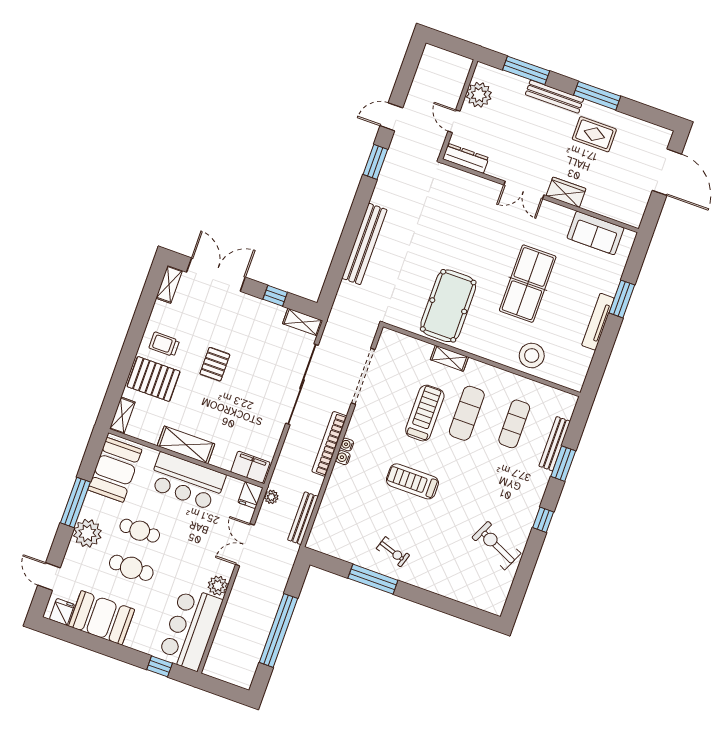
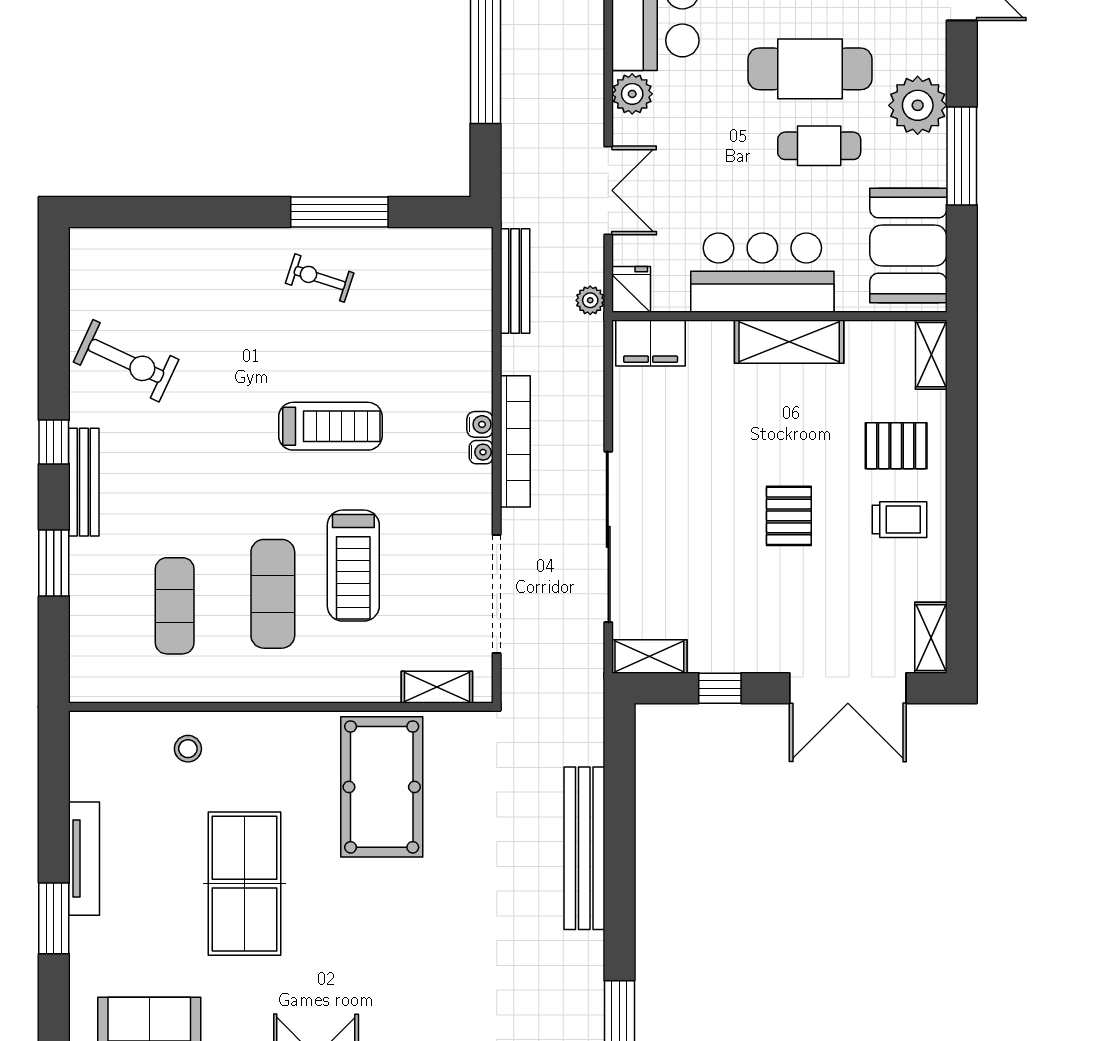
stool: (532, 355) -> (188, 749), width x0.53, depth x0.53
shelving: (449, 358) -> (437, 687), moved
pallet: (154, 379) -> (896, 446), width x0.67, depth x0.71
bench: (555, 444) -> (84, 482), moved
cafe table: (131, 568) -> (810, 69), width x1.37, depth x1.35

